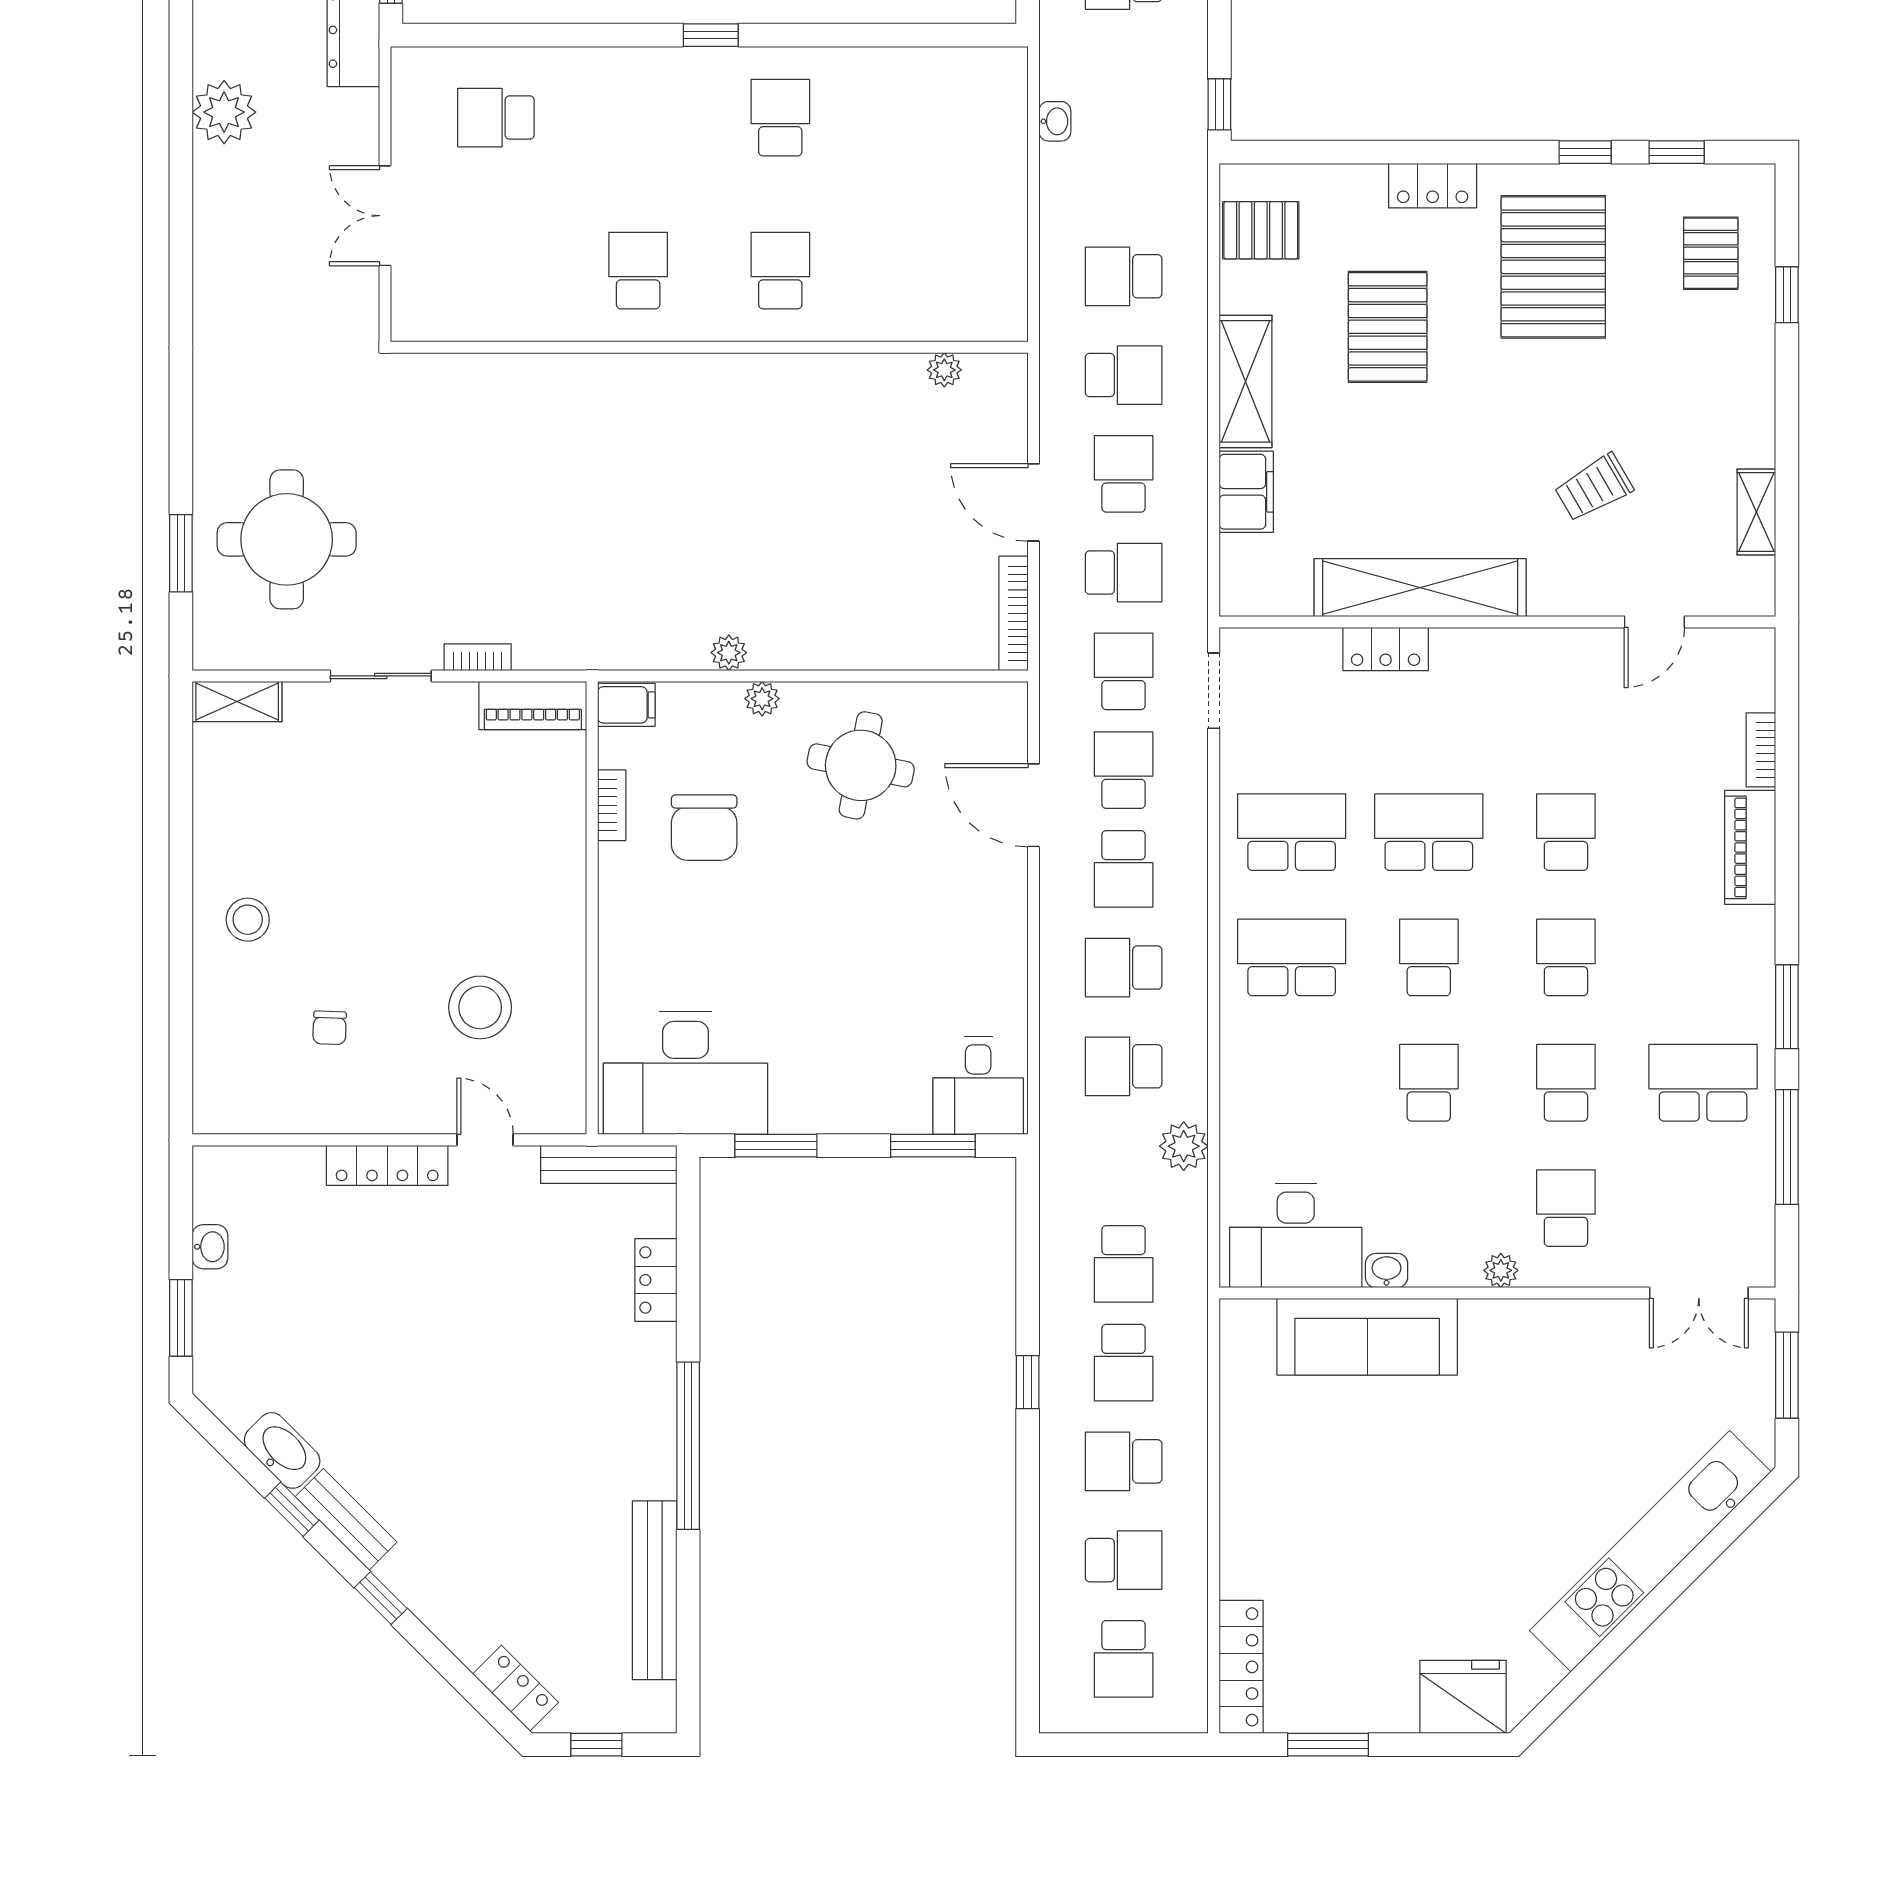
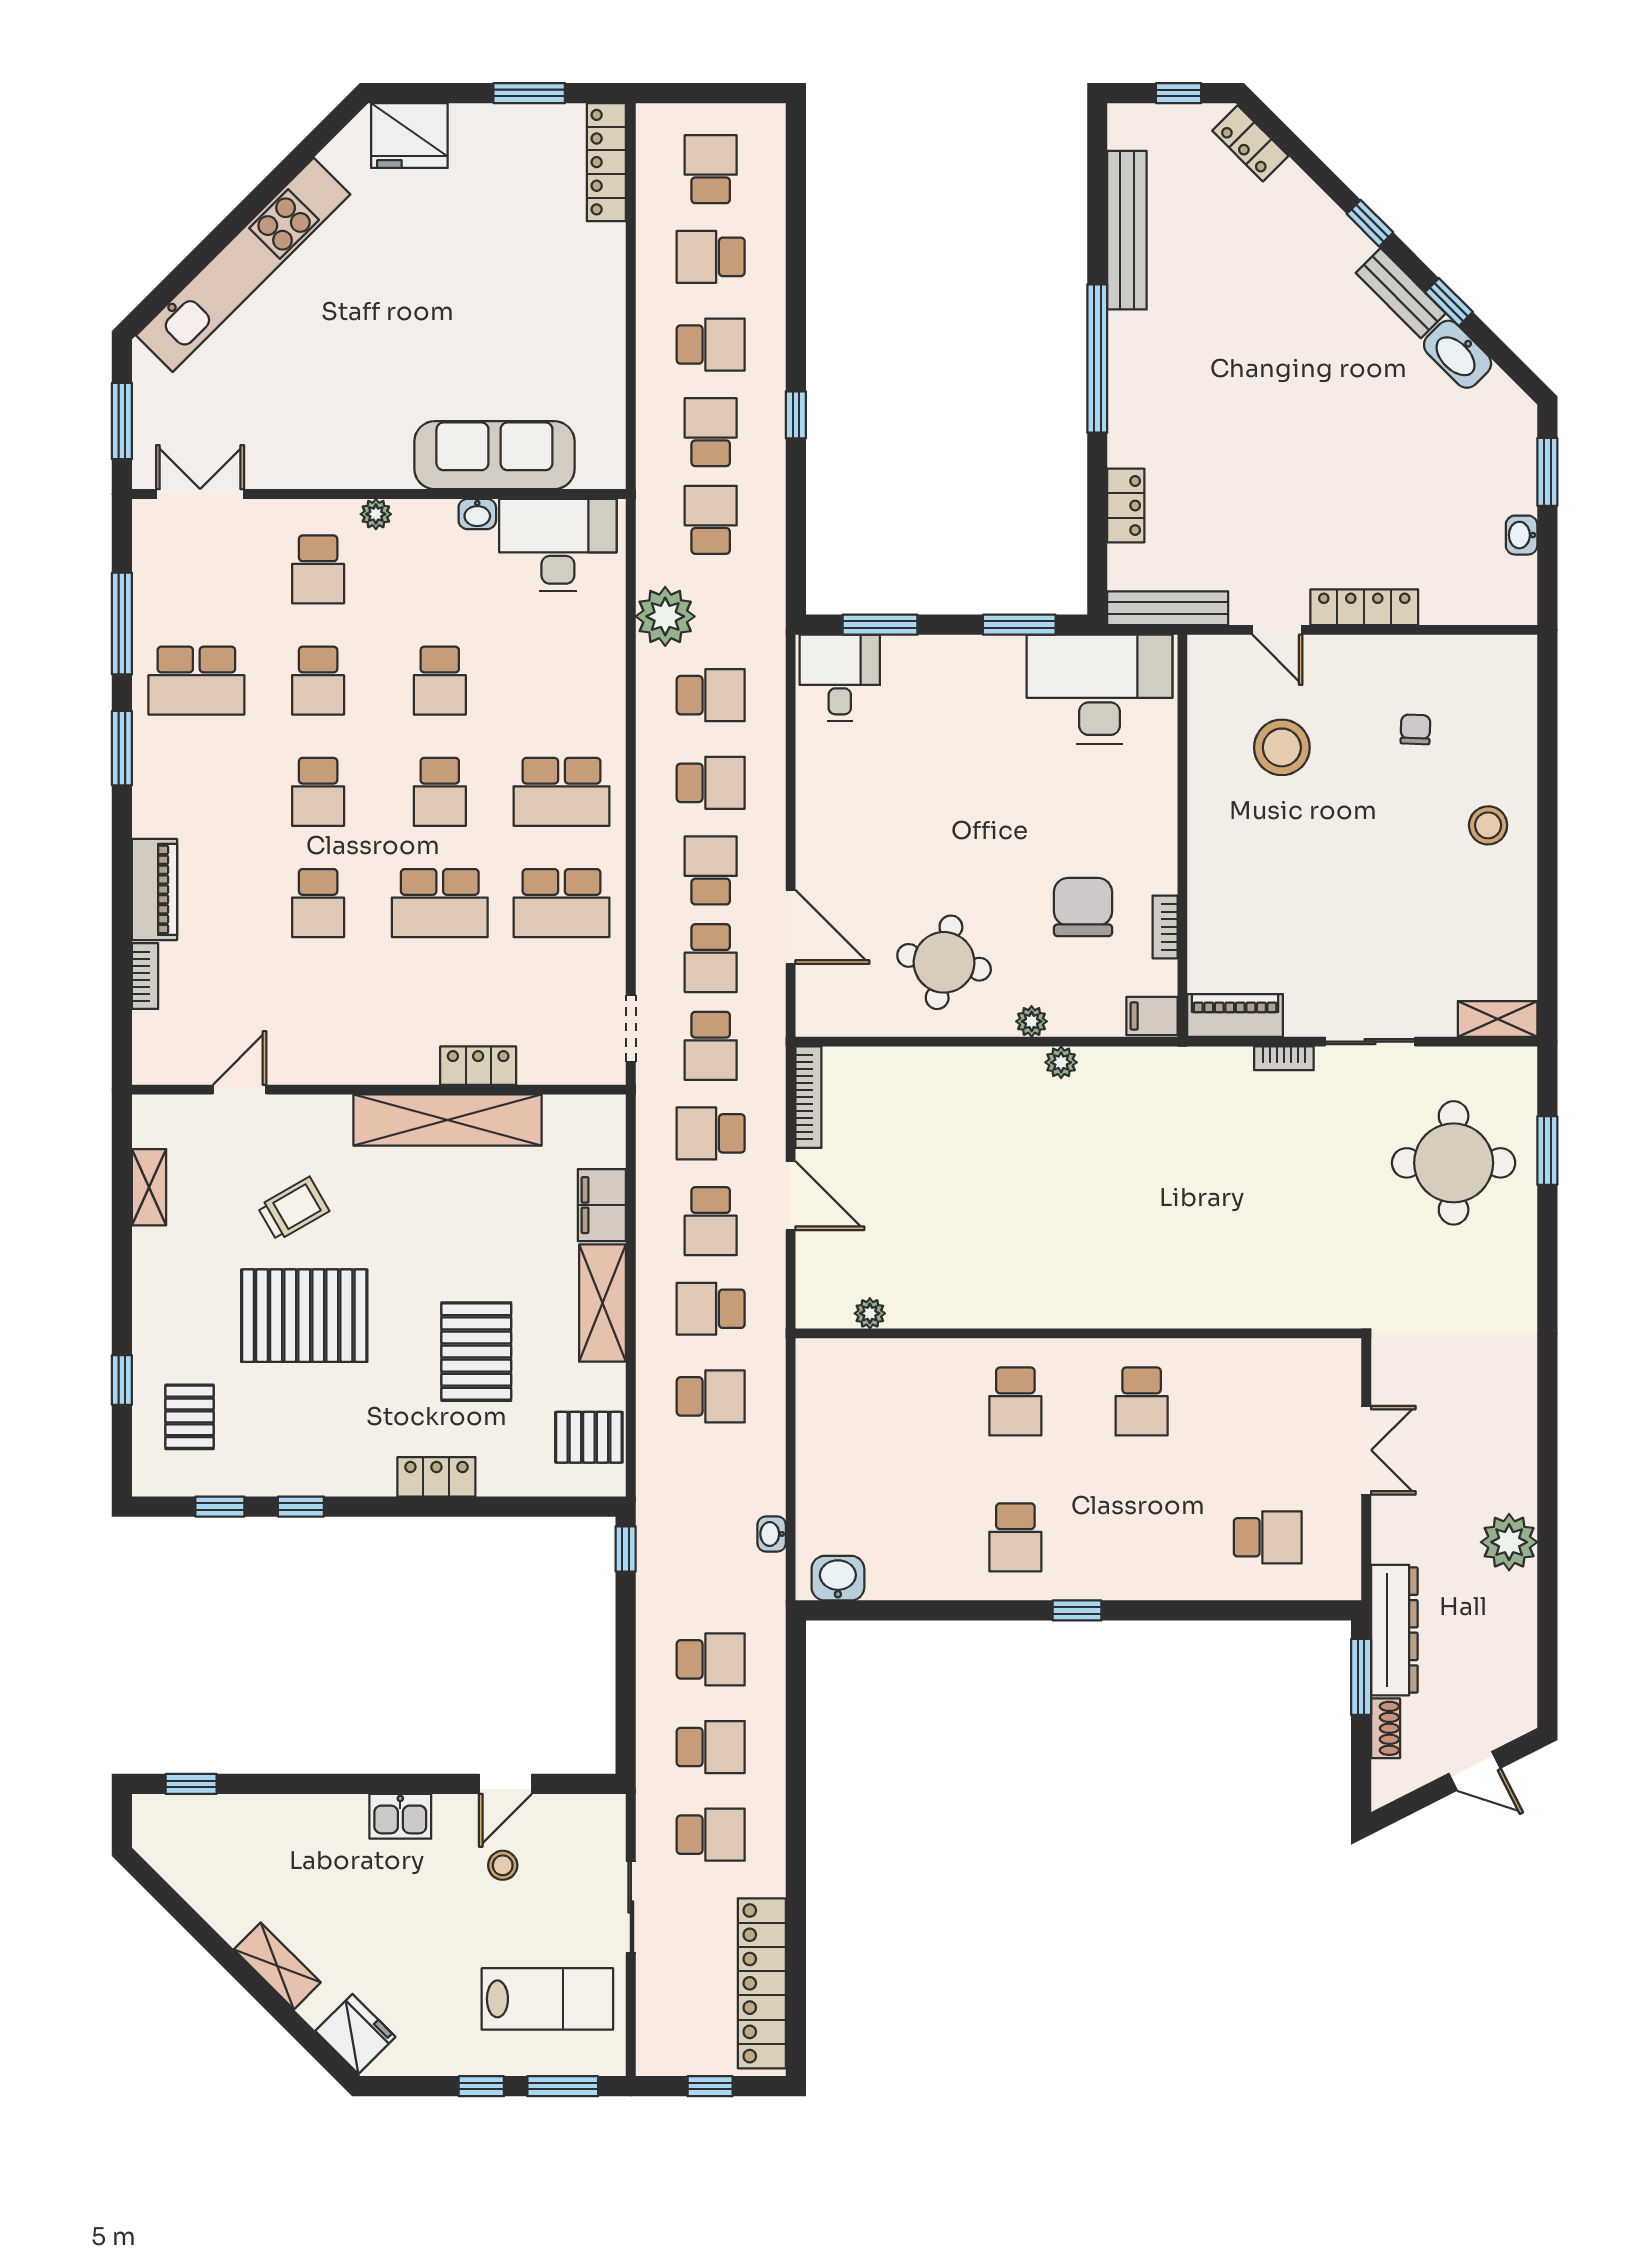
washbasin: (980, 72) -> (838, 1578), added
pallet: (1553, 267) -> (304, 1316), moved, turned 90
plant: (1184, 1146) -> (665, 616), width x1.36, depth x1.36

